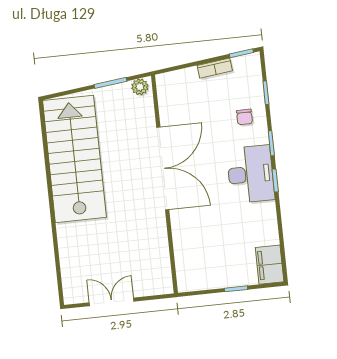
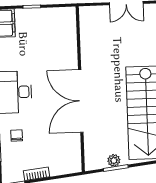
plant: (140, 87) -> (114, 160), moved

